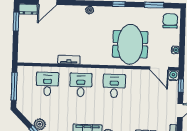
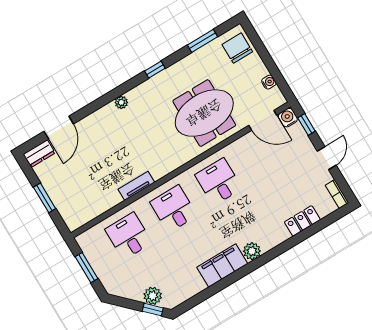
window: (16, 22) -> (45, 198), moved
meeting table: (130, 44) -> (204, 113), turned 90
window: (14, 86) -> (87, 268), width x0.69

